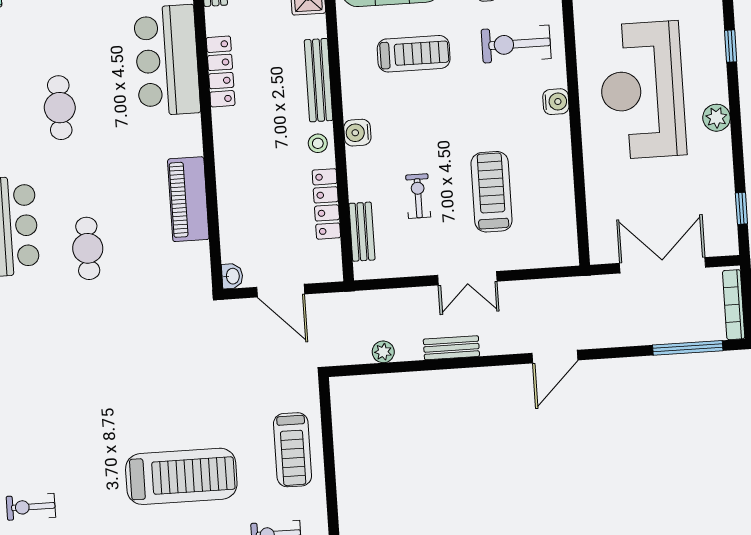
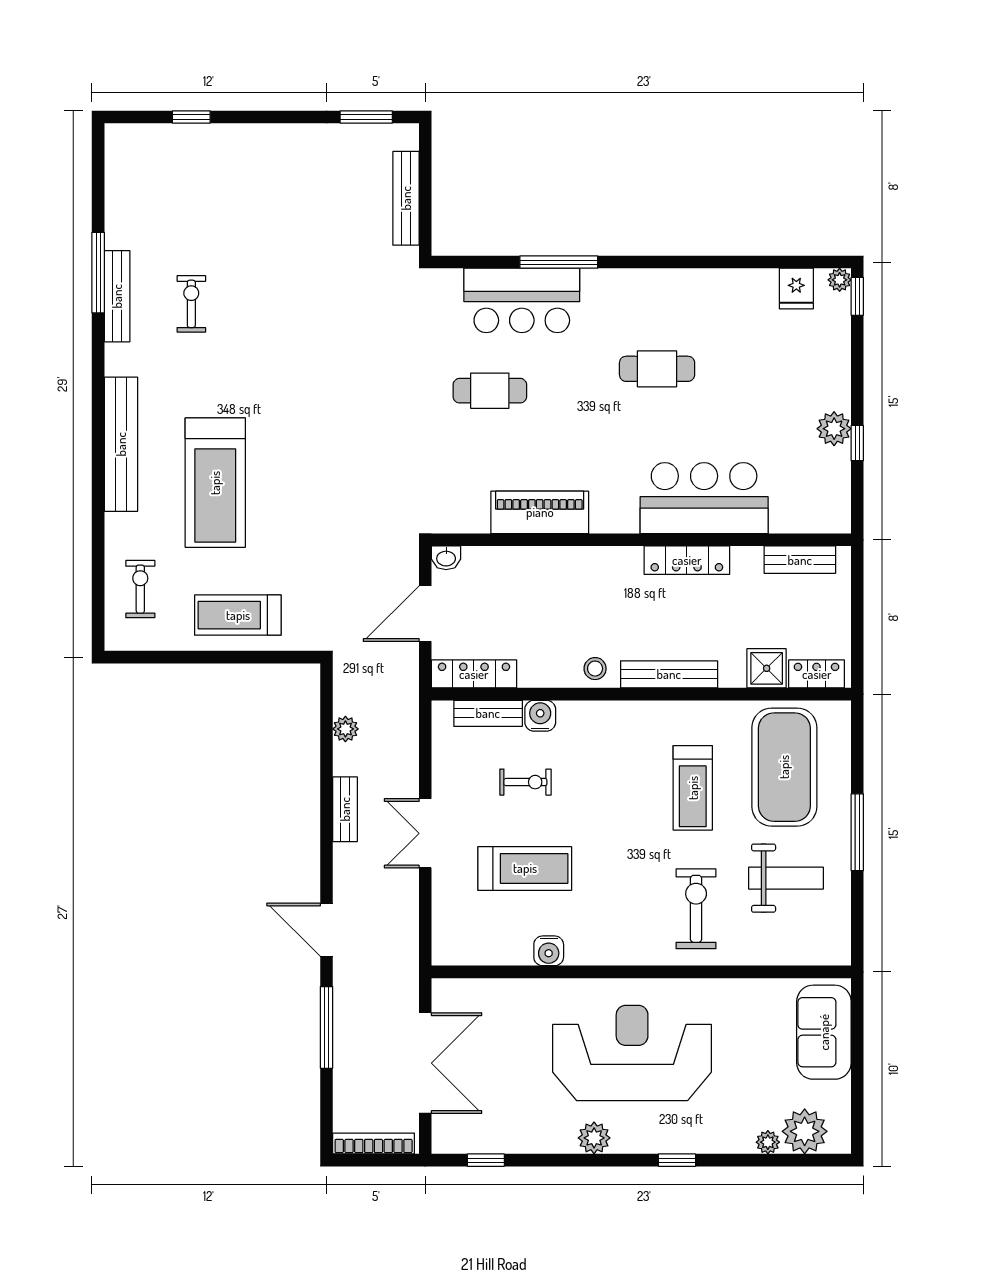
water cooler: (556, 102) -> (549, 951), moved
water cooler: (357, 133) -> (540, 716), moved
locker: (326, 204) -> (474, 674), moved
window: (688, 348) -> (326, 1027), moved

